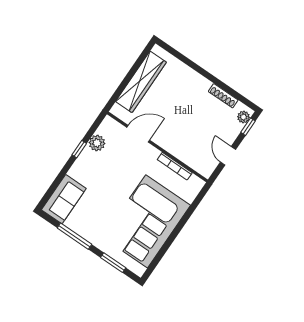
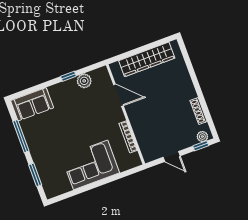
door: (228, 156) -> (172, 157), swing flipped
corner sofa: (147, 221) -> (91, 165), width x0.73, depth x0.74

